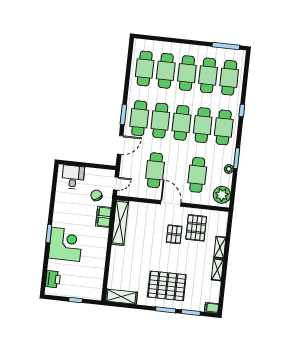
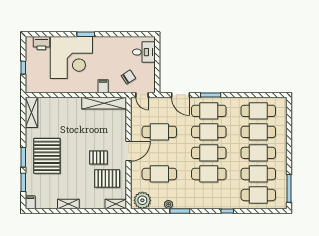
cafe table: (224, 127) -> (209, 195), removed
filing cabinet: (103, 217) -> (103, 86), width x0.50
corner desk: (66, 244) -> (71, 57), width x1.36, depth x1.36
shelving: (220, 247) -> (116, 204), moved

